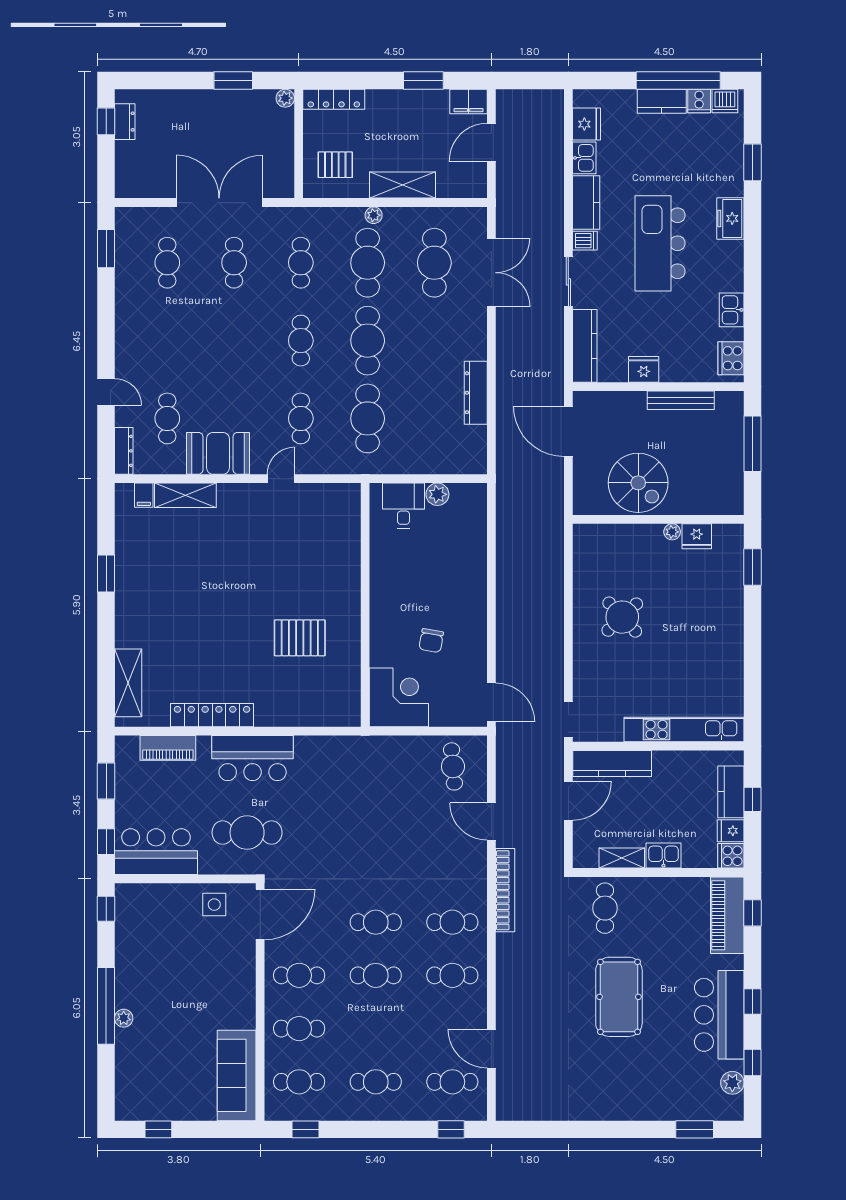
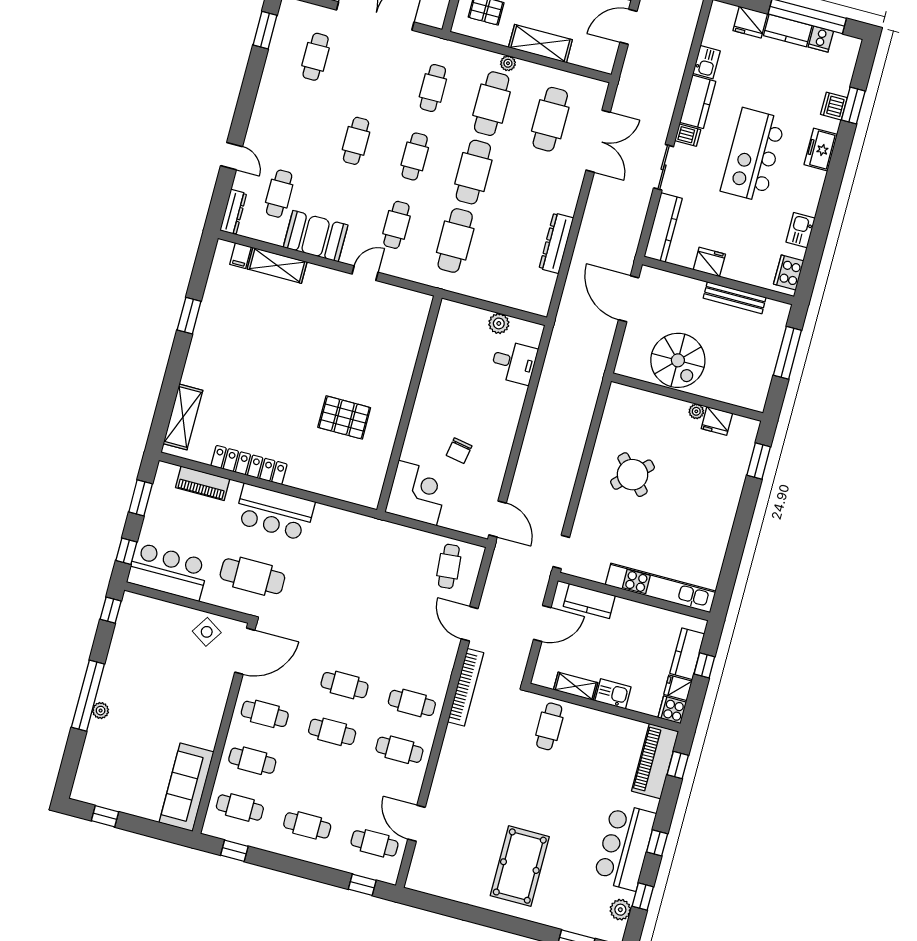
dishwasher: (725, 101) -> (834, 106), moved, turned 90
fridge: (587, 124) -> (750, 22), moved, turned 90
cafe table: (234, 263) -> (356, 141), moved
desk: (403, 505) -> (514, 362), moved, turned 90
kitchen counter: (612, 764) -> (589, 601), width x0.67
side table: (214, 905) -> (207, 632), turned 33
pool table: (619, 997) -> (520, 866), moved

